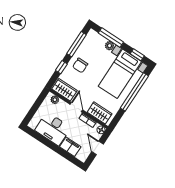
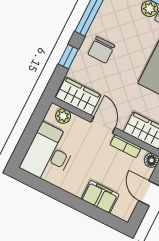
desk: (53, 129) -> (49, 154), moved, turned 90

